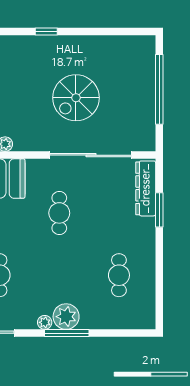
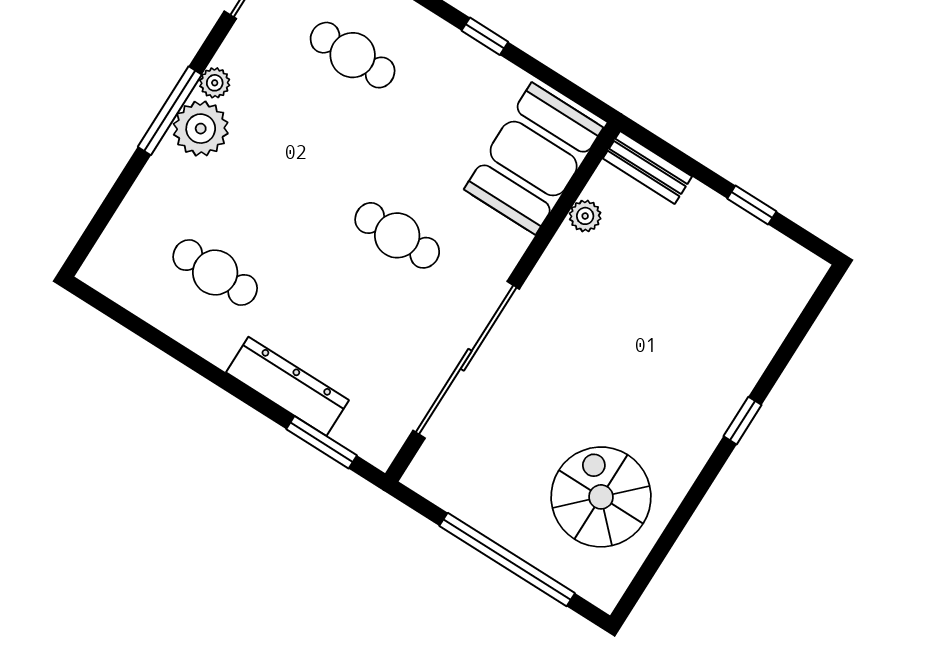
spiral stairs: (76, 98) -> (601, 497), moved
dresser: (146, 188) -> (287, 386), moved
window: (159, 210) -> (322, 442), moved

